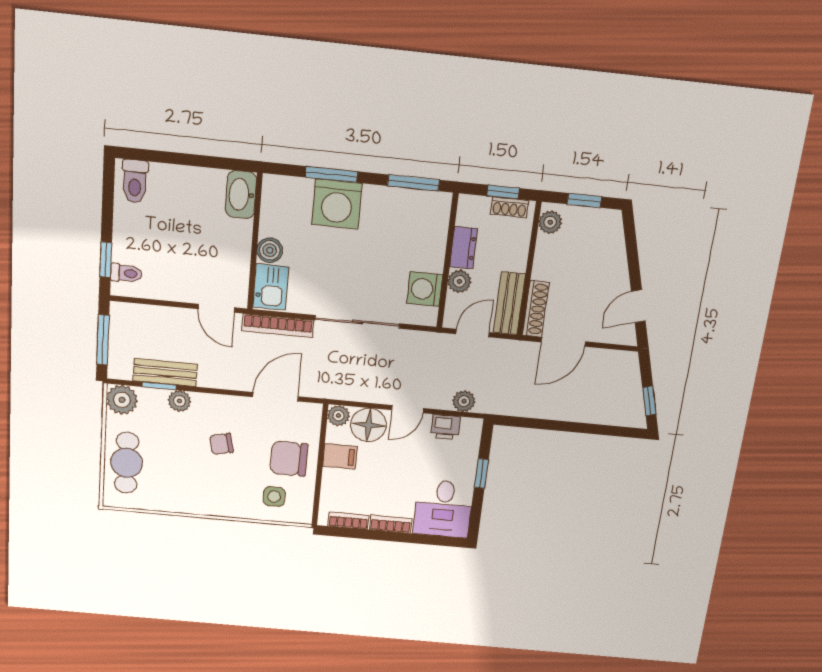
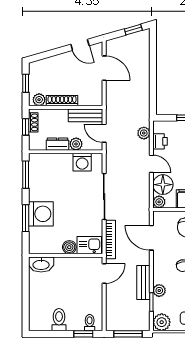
toilet: (135, 181) -> (59, 320), moved, turned -90
shoe rack: (536, 309) -> (62, 101), moved
door: (563, 342) -> (104, 68), moved
bench: (165, 373) -> (143, 283), moved

